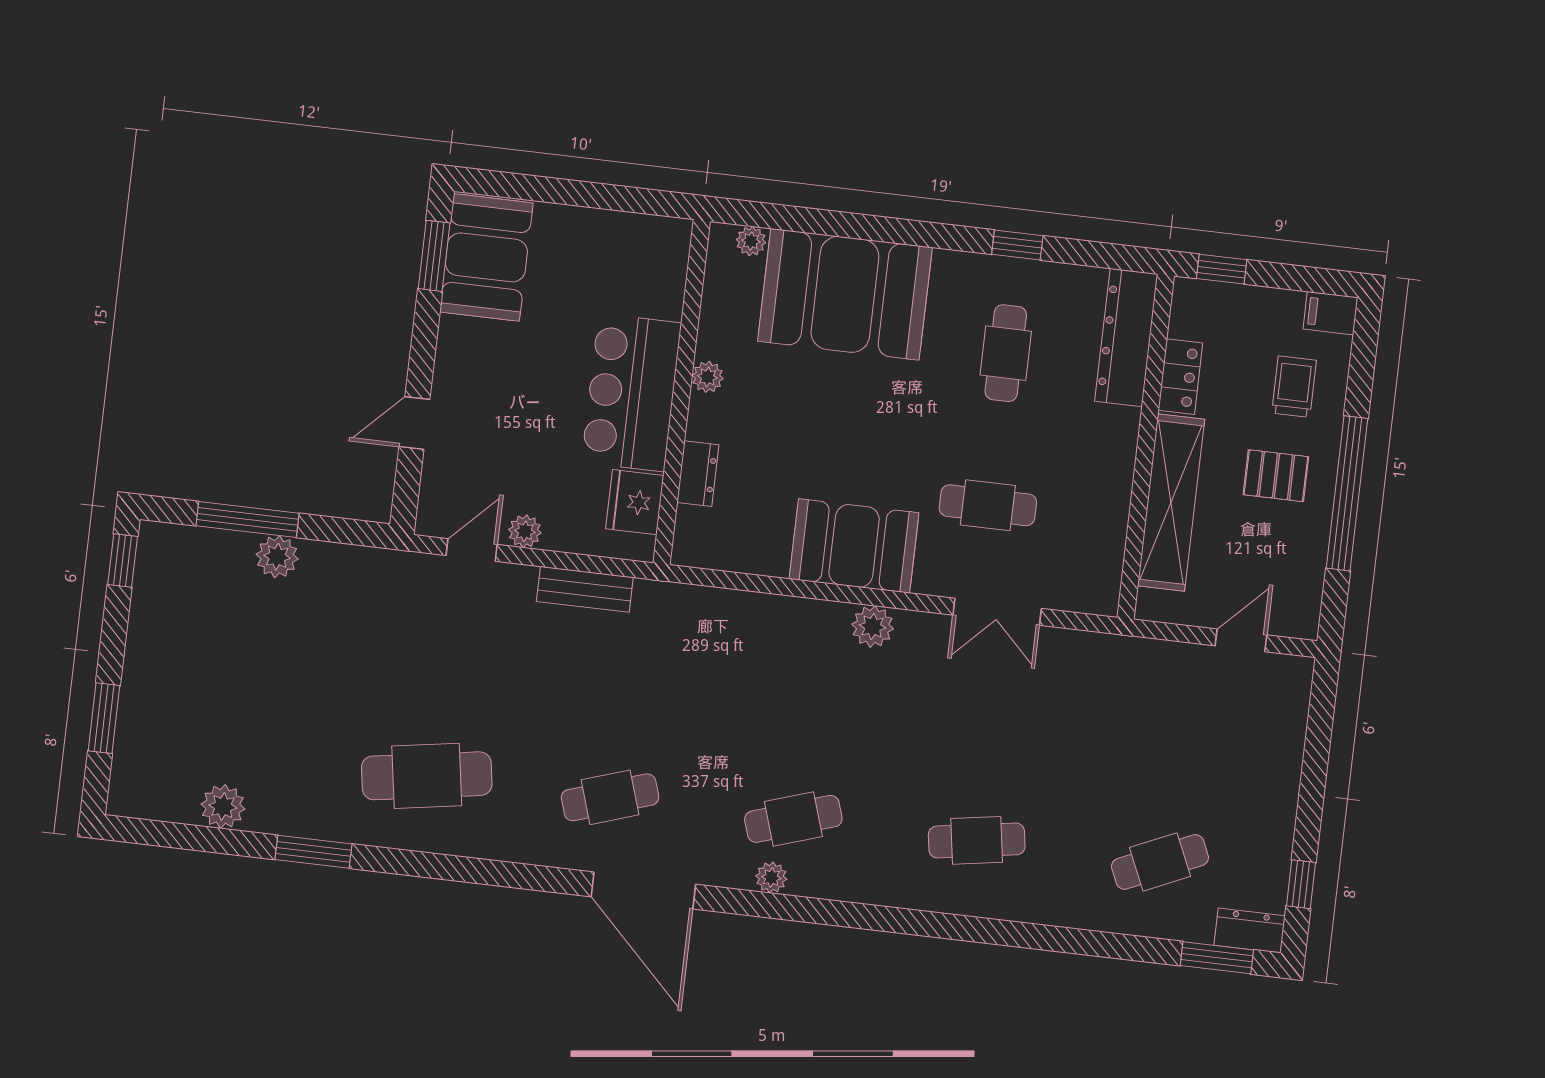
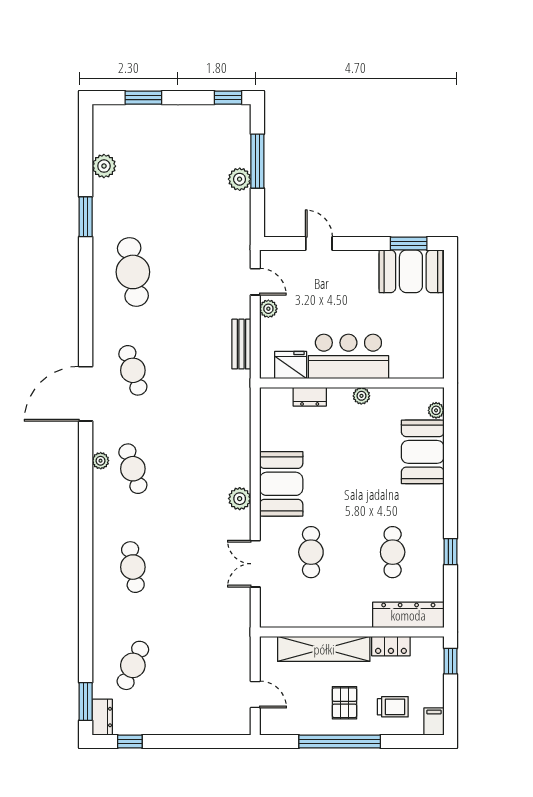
booth: (845, 294) -> (423, 452), width x0.73, depth x0.70
cafe table: (1006, 353) -> (393, 552), turned 90
cafe table: (1160, 862) -> (133, 665), turned 48

